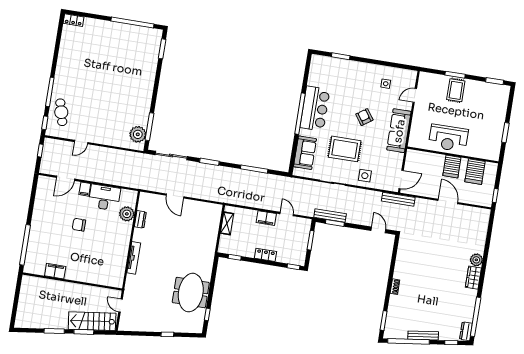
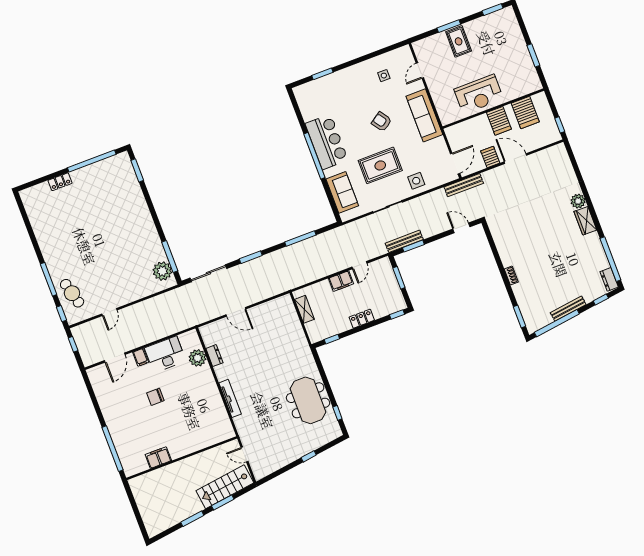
locker: (73, 20) -> (60, 182), moved
server rack: (430, 190) -> (490, 157), added
door: (287, 214) -> (359, 265), swing flipped

